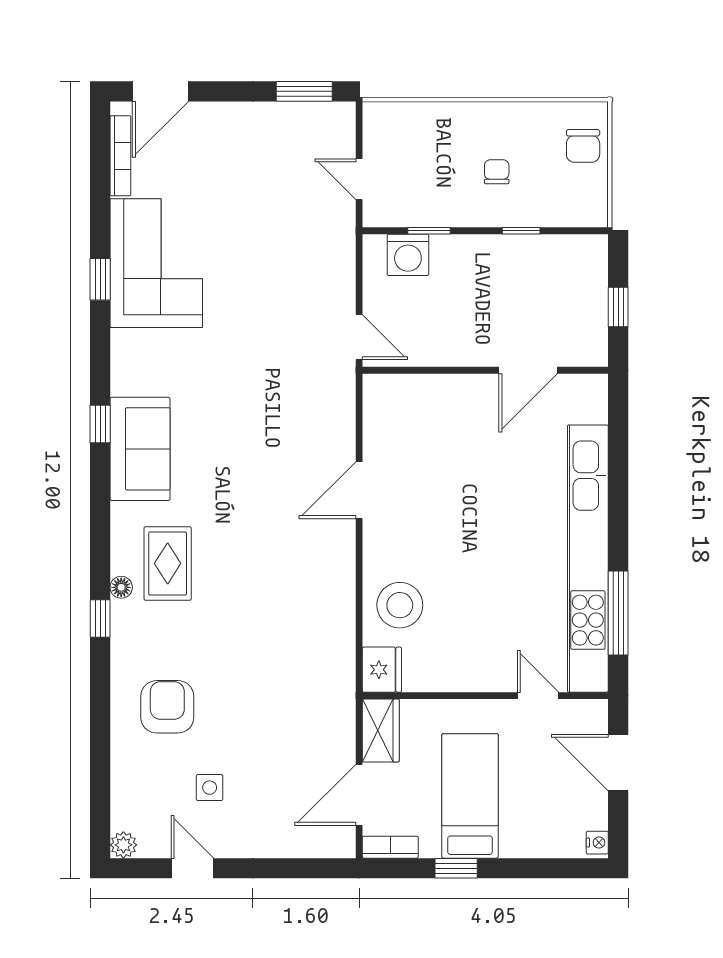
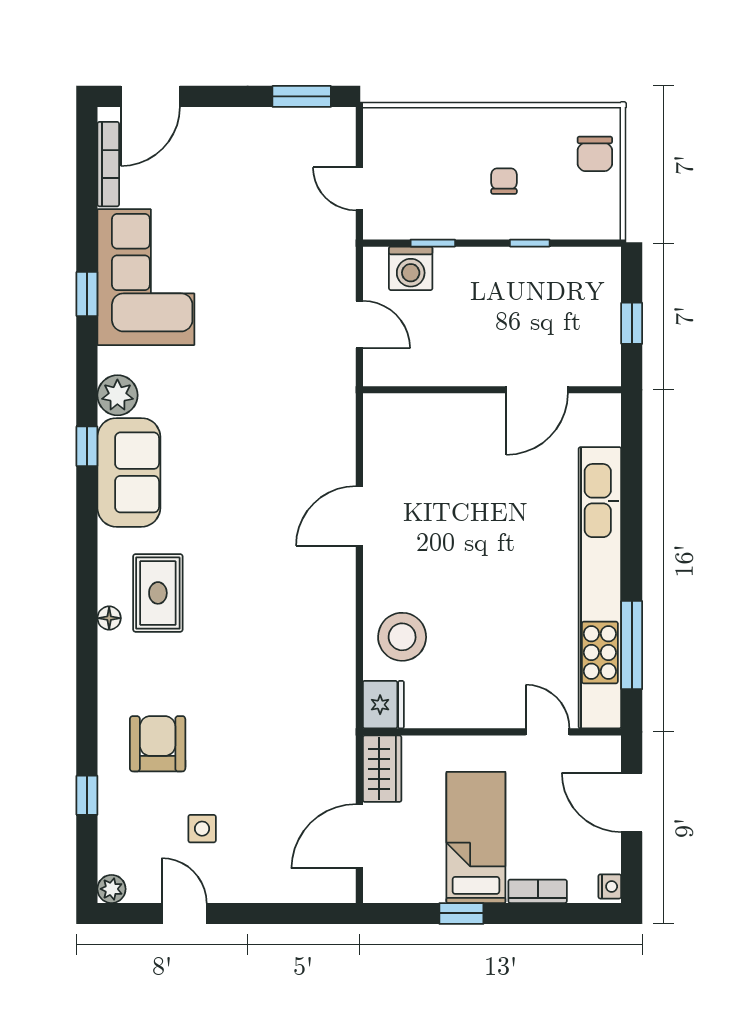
door: (359, 337) -> (359, 324), moved
plant: (129, 375) -> (117, 395), added
window: (100, 618) -> (87, 795), moved
bookcase: (390, 847) -> (538, 891), moved

